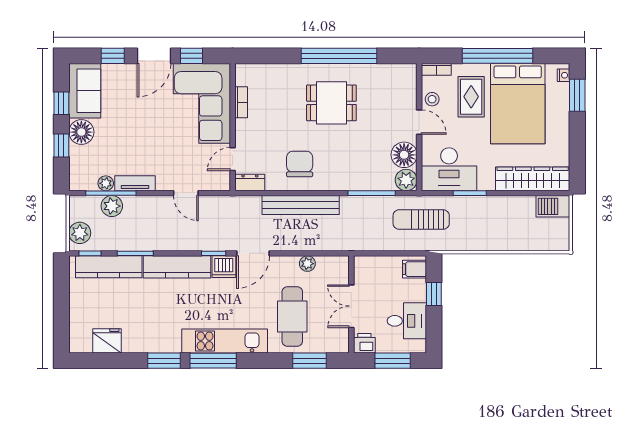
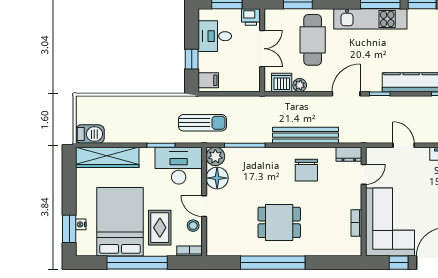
nightstand: (564, 75) -> (81, 224), moved
dishwasher: (224, 267) -> (282, 82), moved

